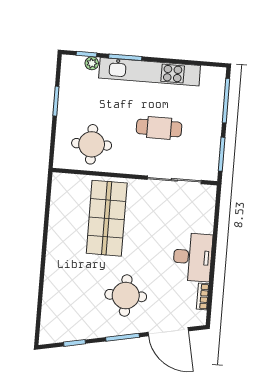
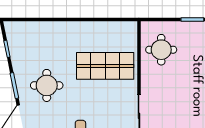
cafe table: (159, 128) -> (178, 101), removed

